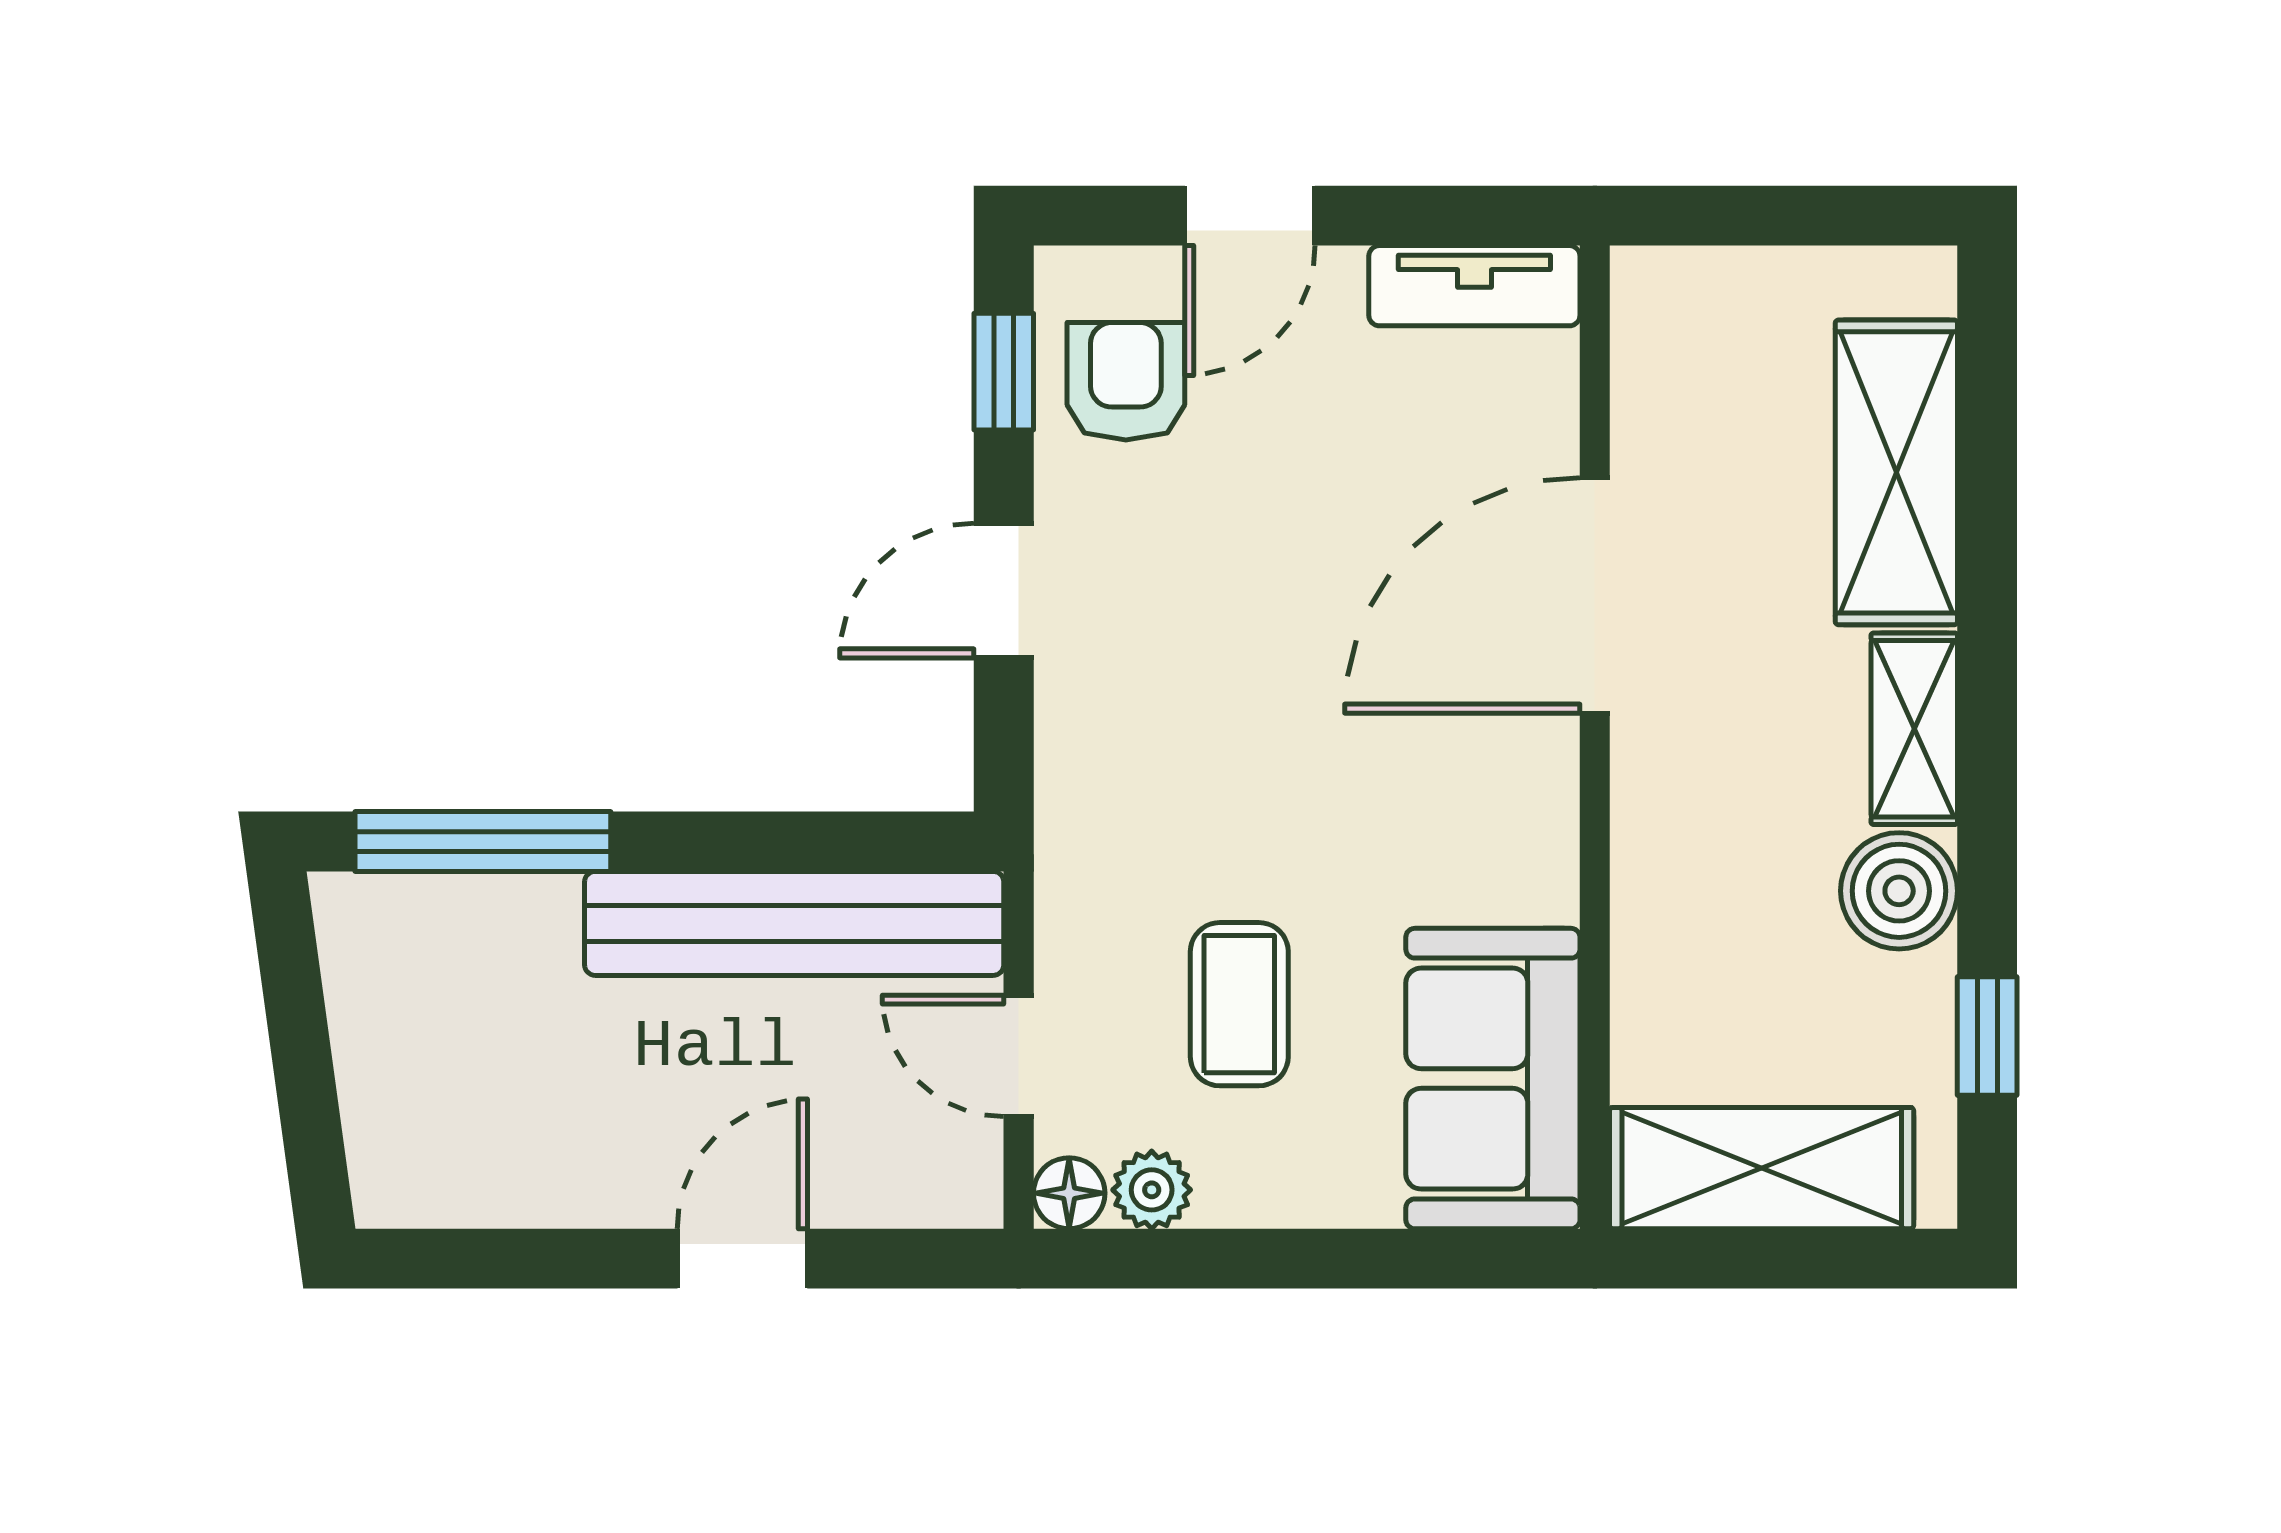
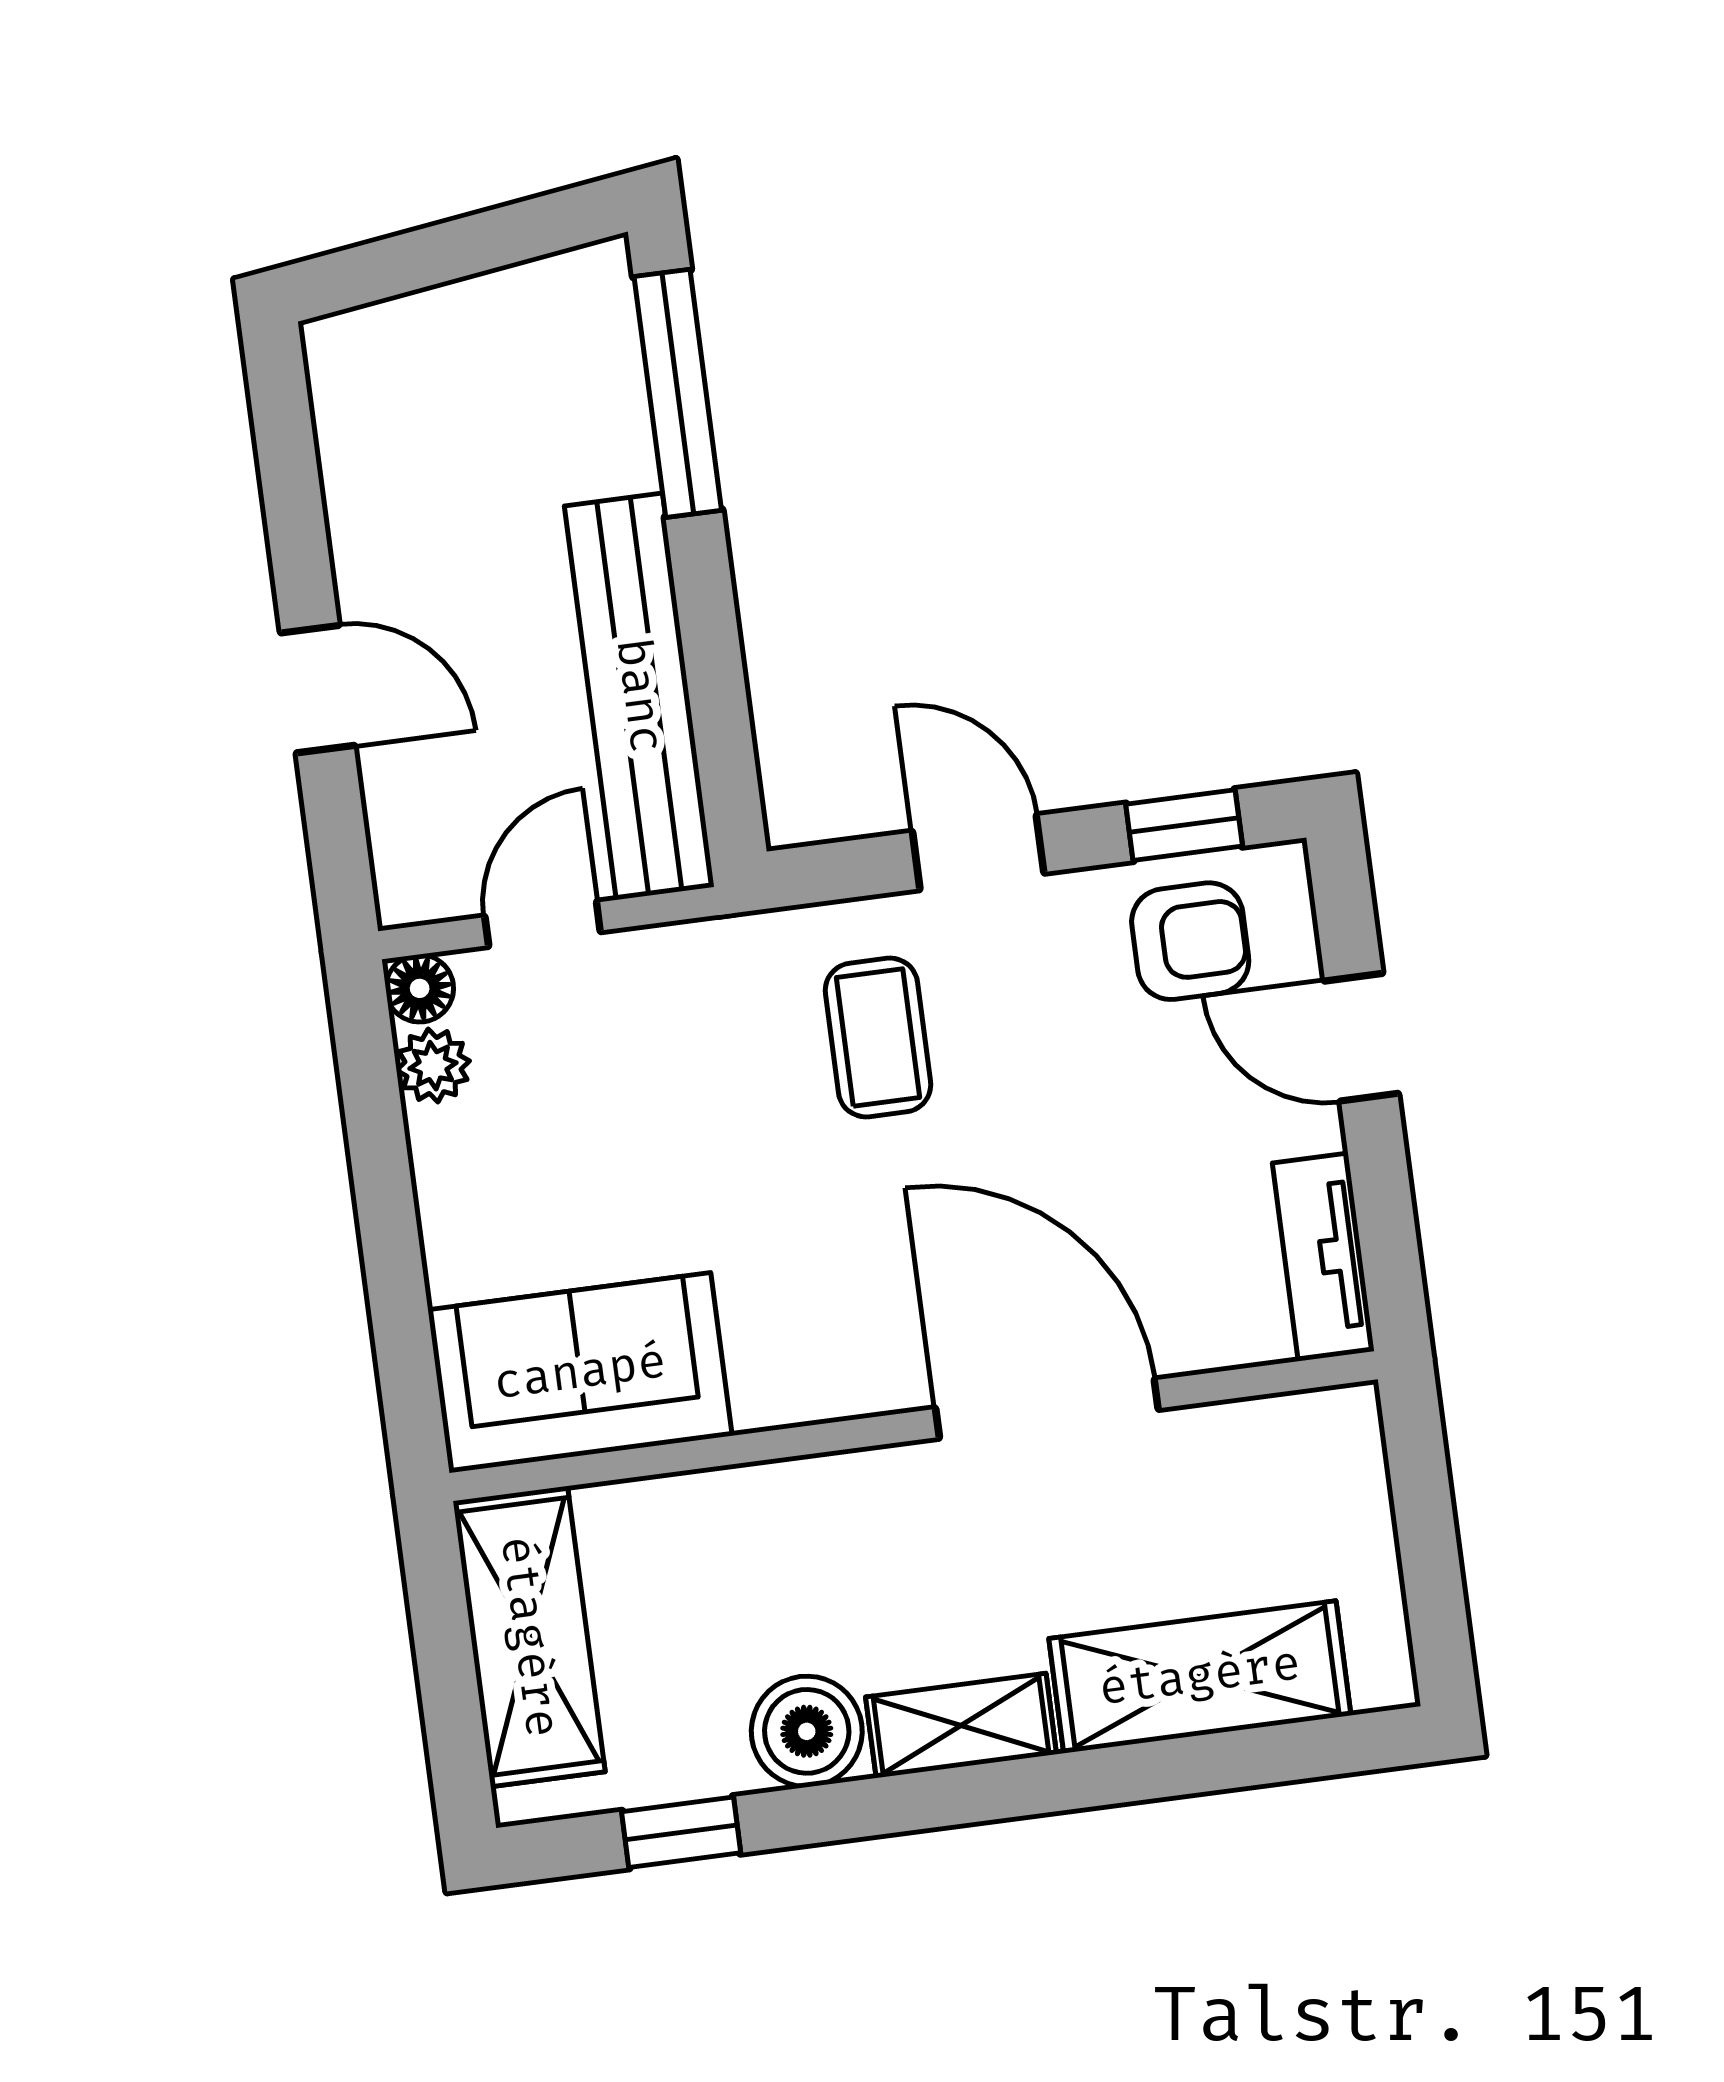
coffee table: (1239, 1004) -> (878, 1038), moved, turned 90

